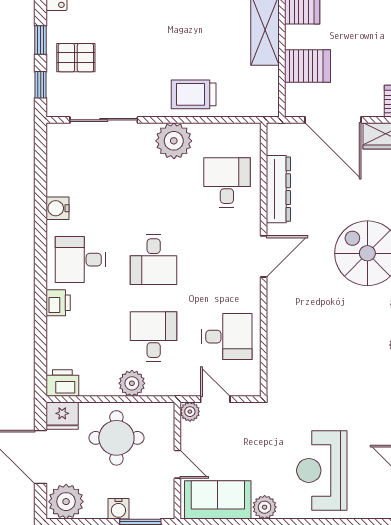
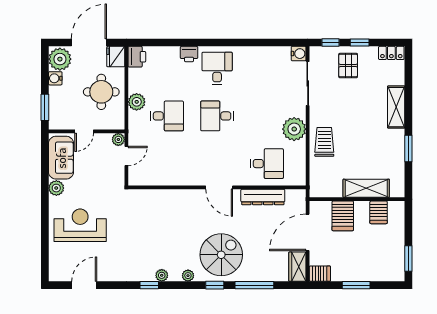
water cooler: (57, 208) -> (299, 54), moved, turned 90
desk: (227, 337) -> (167, 164), removed
water cooler: (118, 509) -> (55, 78), moved

